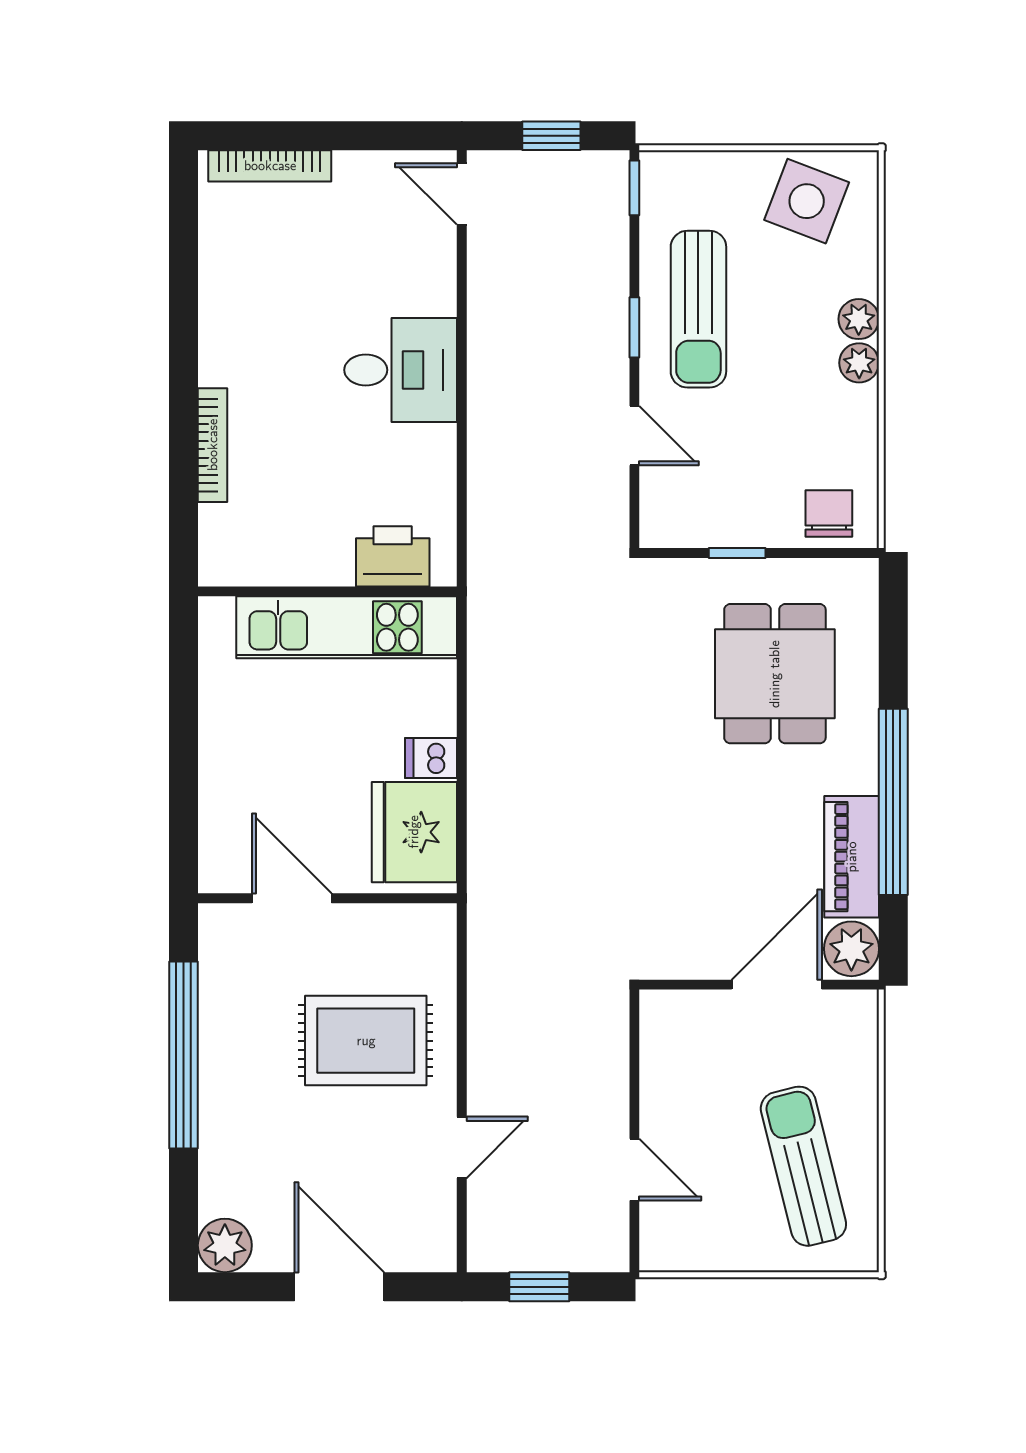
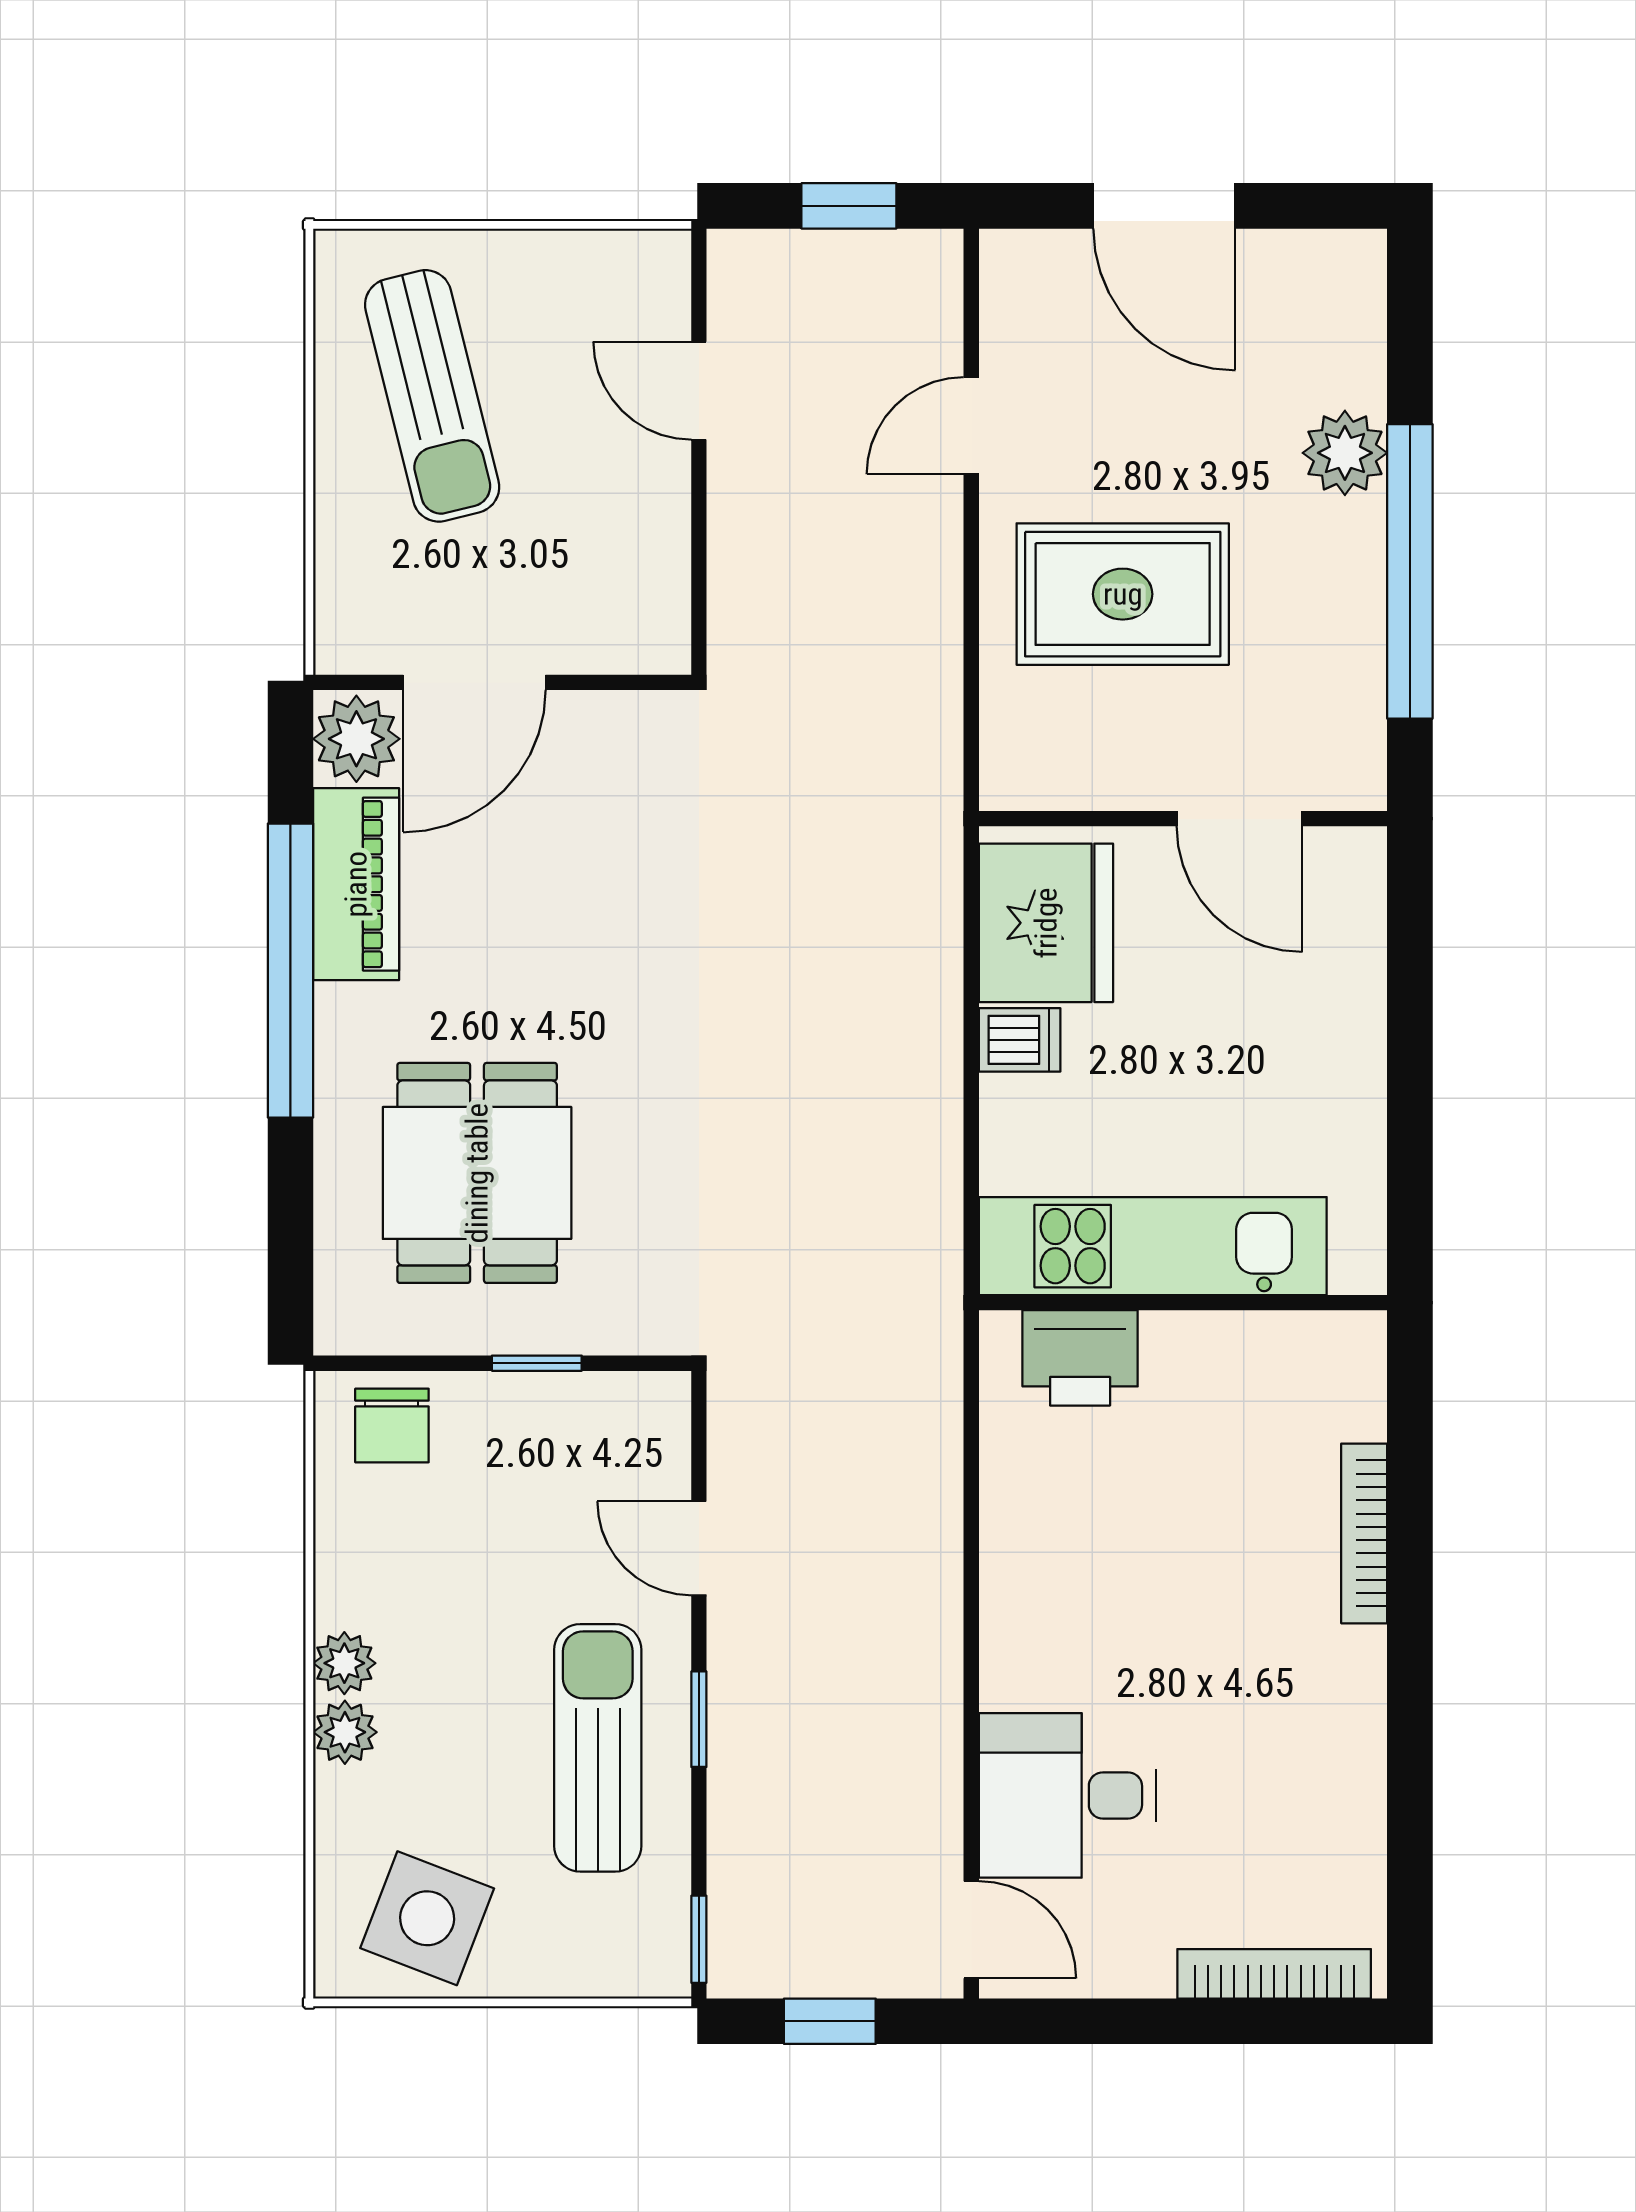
desk: (401, 370) -> (1067, 1795), moved
plant: (225, 1245) -> (1345, 453), moved

